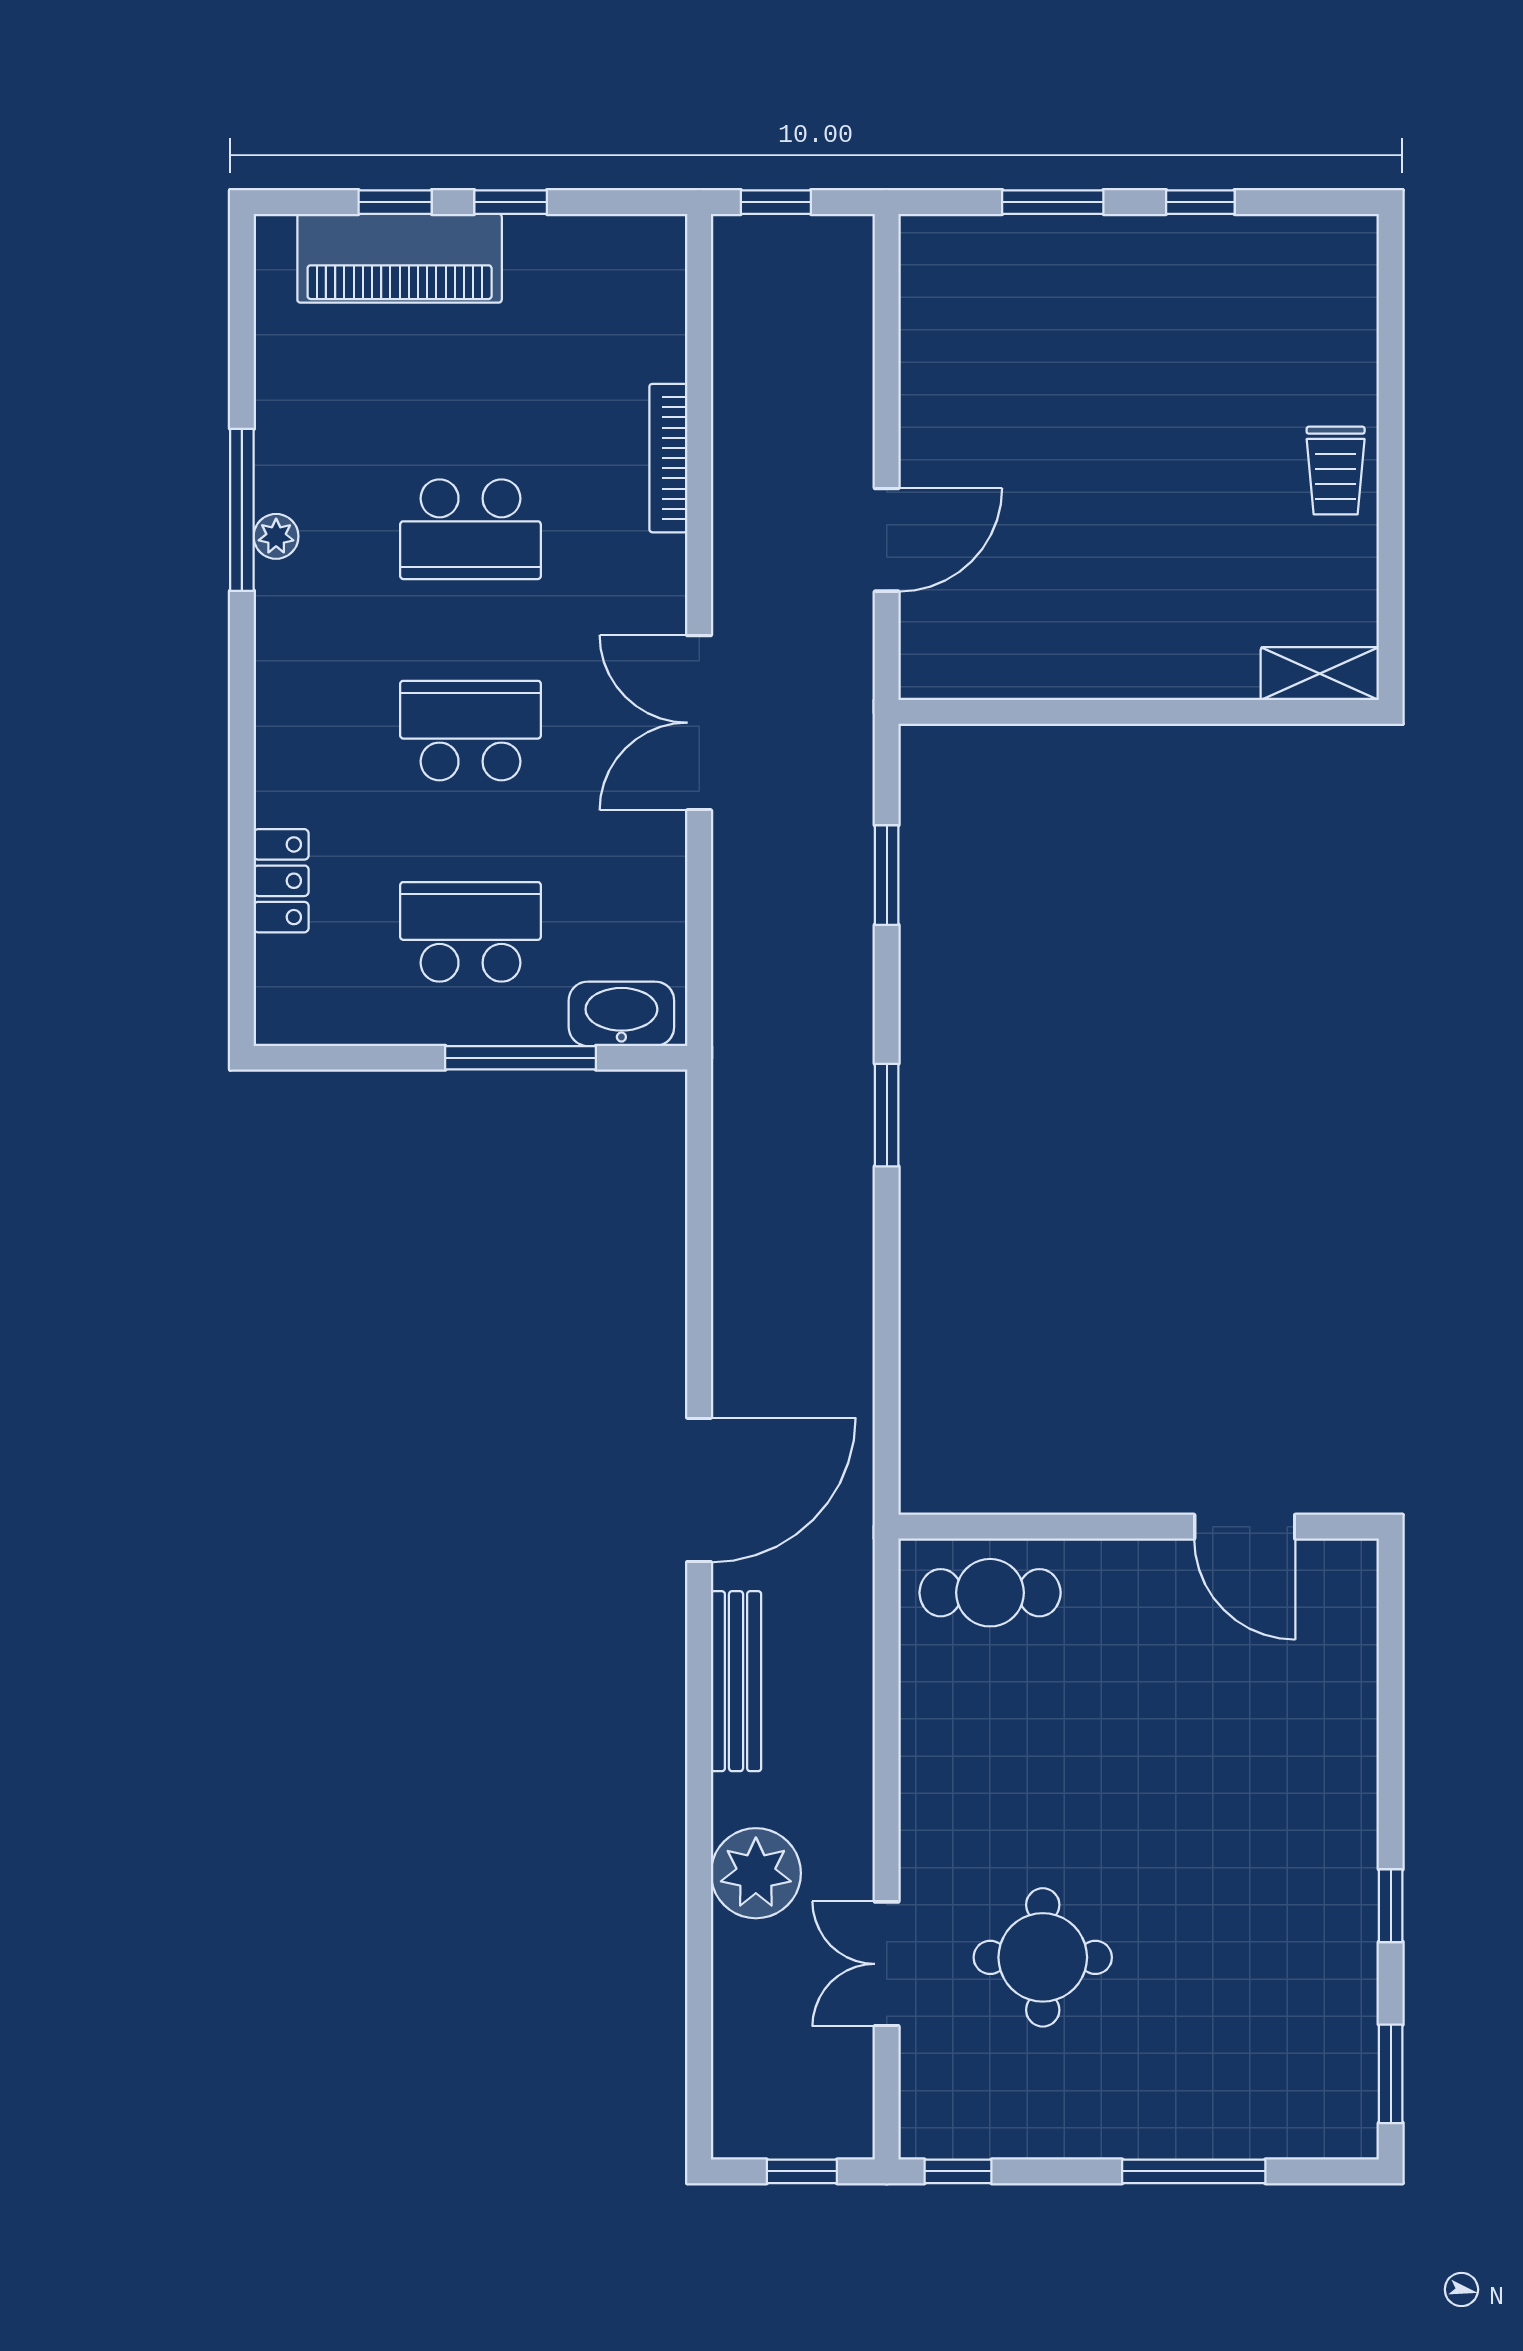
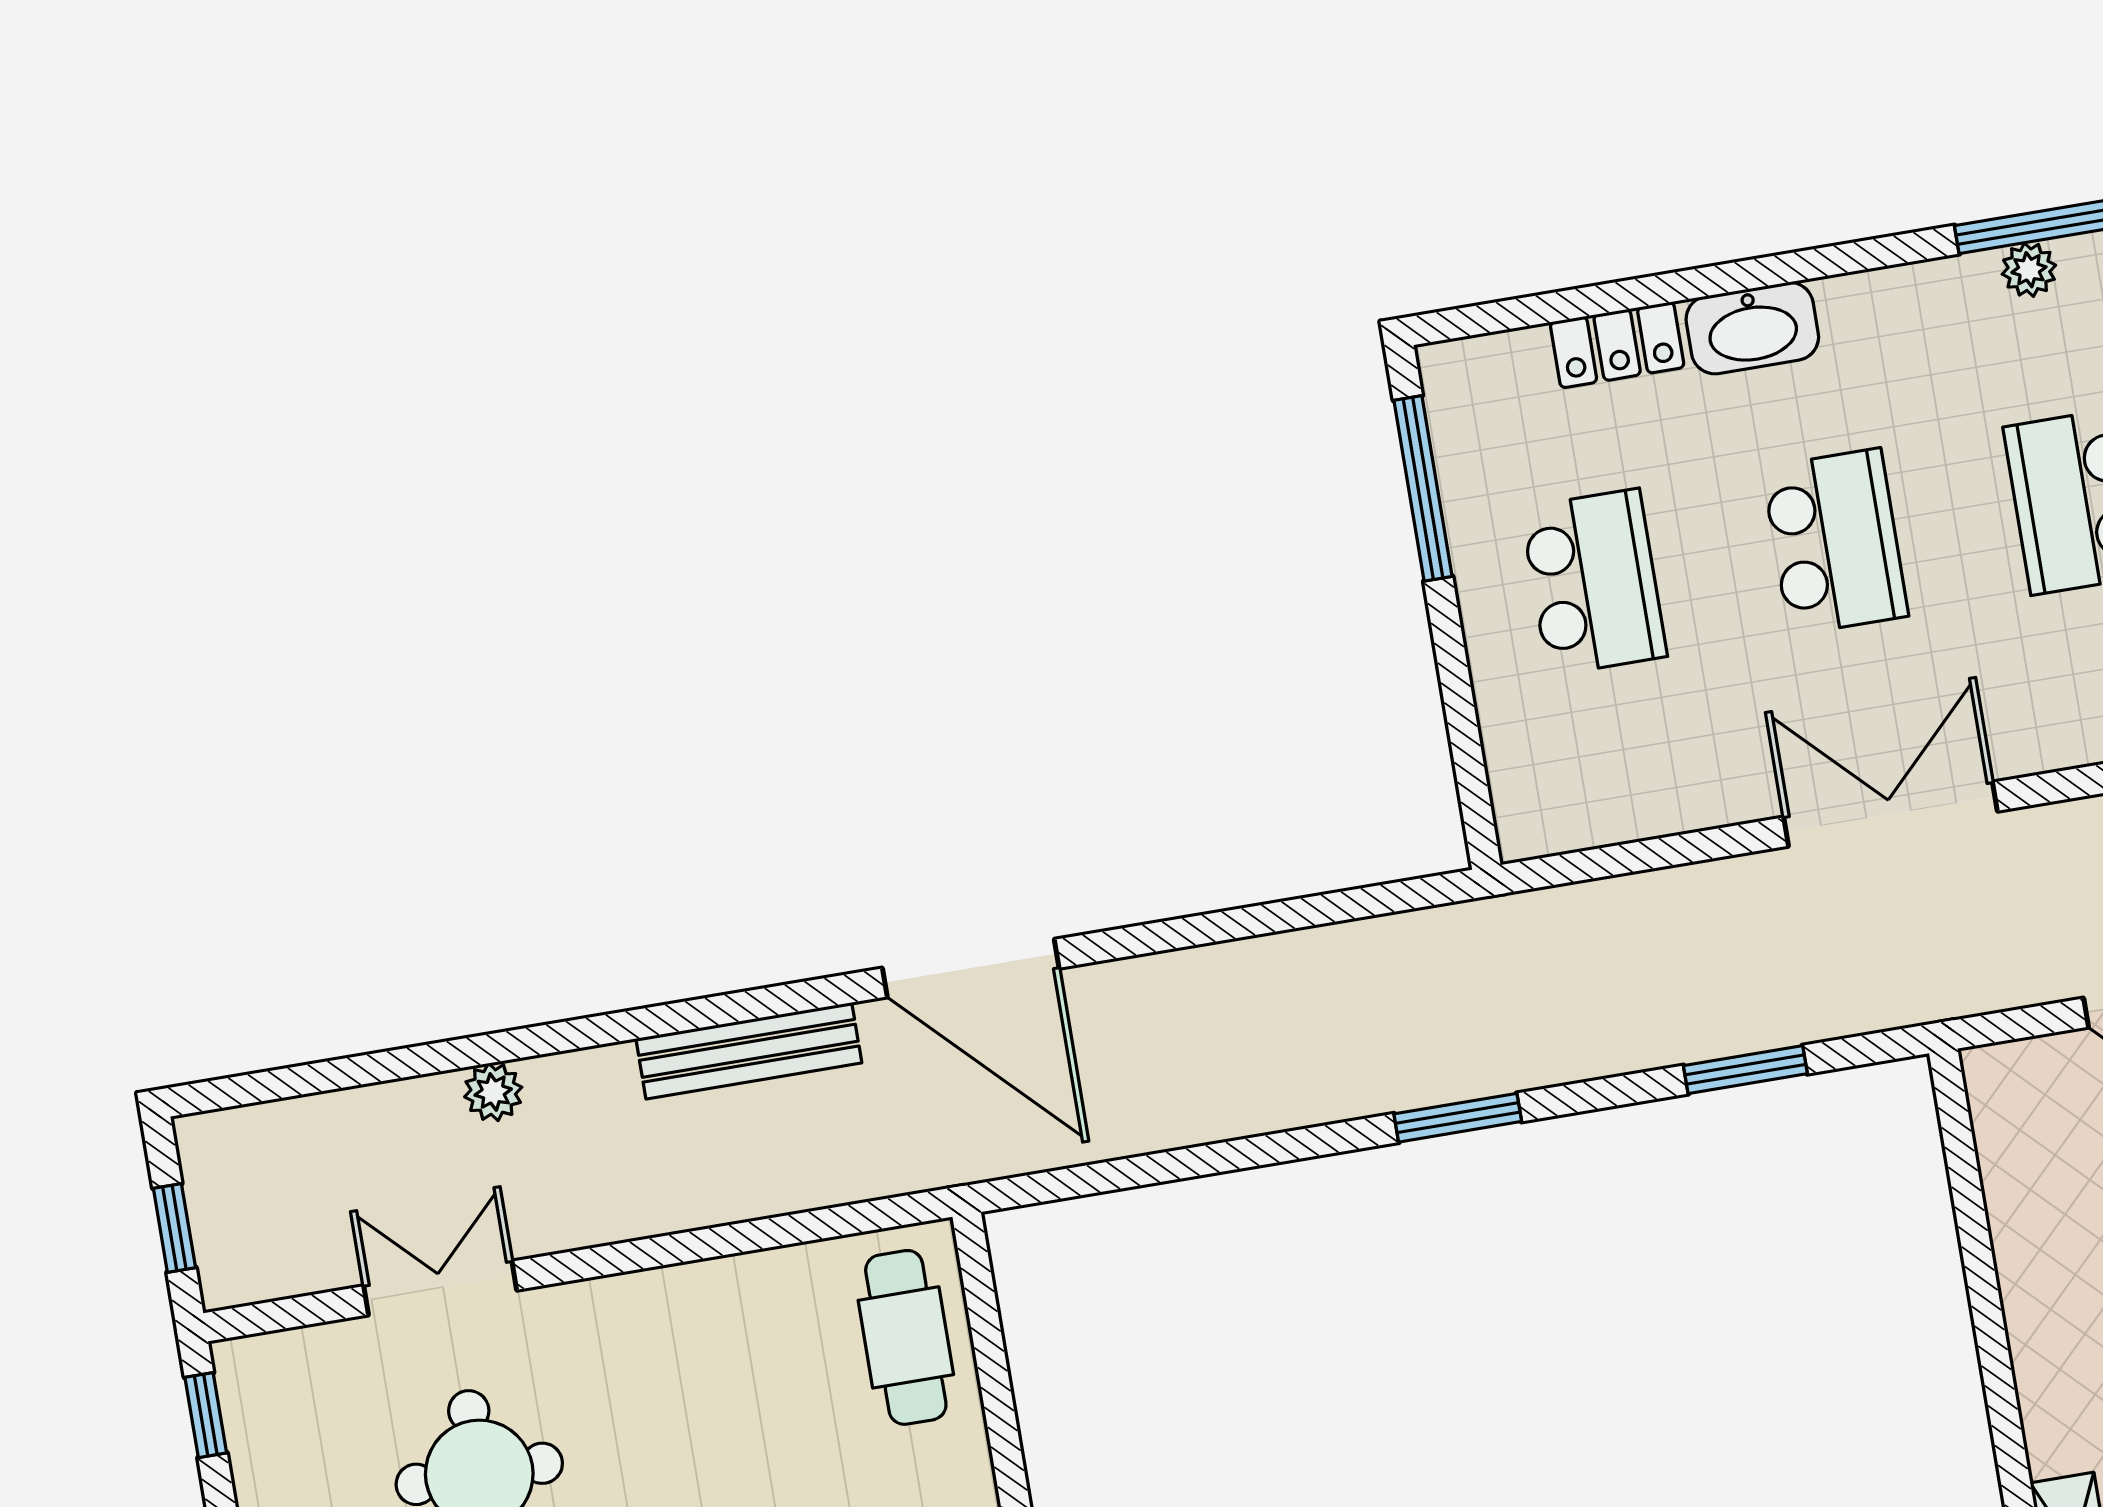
washbasin: (621, 1014) -> (1752, 328), moved, turned 90
window: (521, 1058) -> (1423, 488), moved
plant: (756, 1873) -> (493, 1092), width x0.53, depth x0.53

